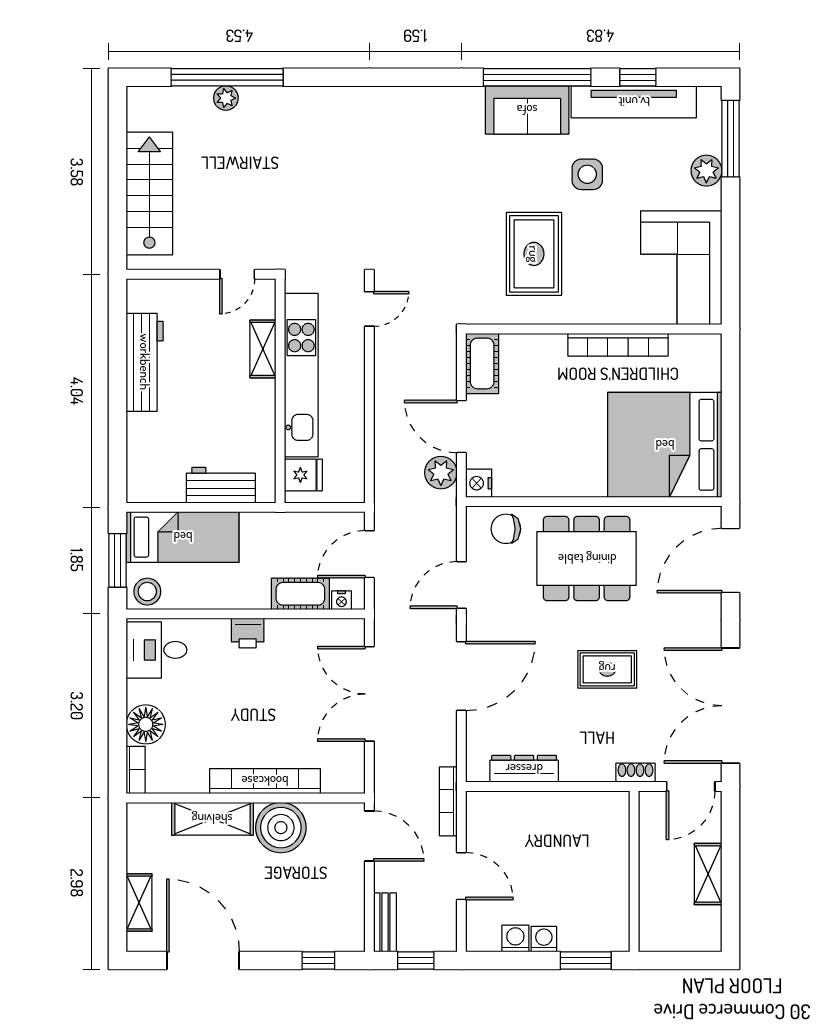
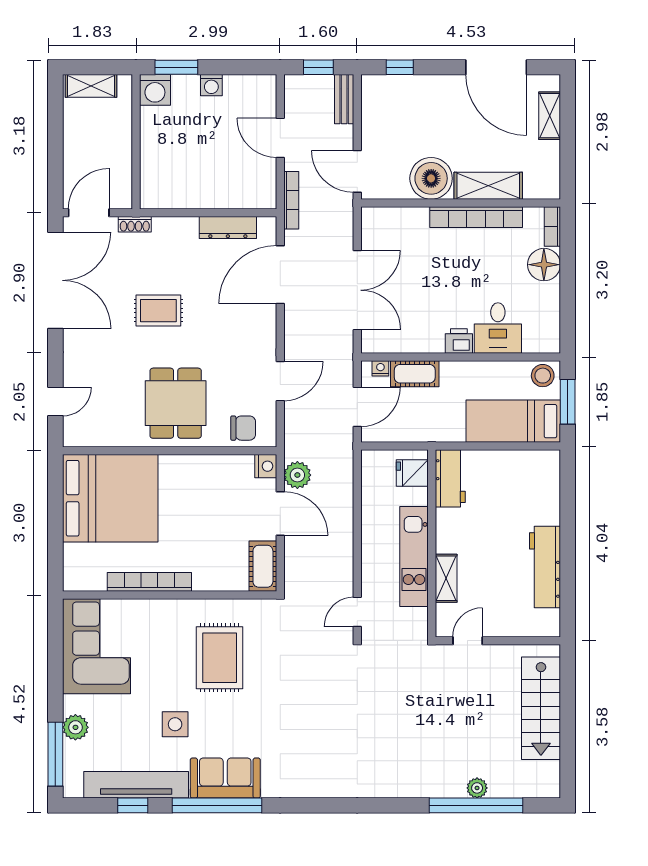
kitchen unit: (301, 375) -> (414, 556), width x0.73
workbench: (221, 485) -> (450, 478), moved, turned -90
dining table: (587, 559) -> (176, 403), width x0.73
door: (730, 561) -> (55, 402), width x0.53
desk: (157, 650) -> (498, 328), moved, turned 90
door: (461, 676) -> (280, 275), moved
bookcase: (265, 781) -> (476, 217), moved
shelving: (708, 874) -> (91, 86), moved, turned 90
washing machine: (515, 939) -> (155, 90), moved, width x1.38, depth x1.38

